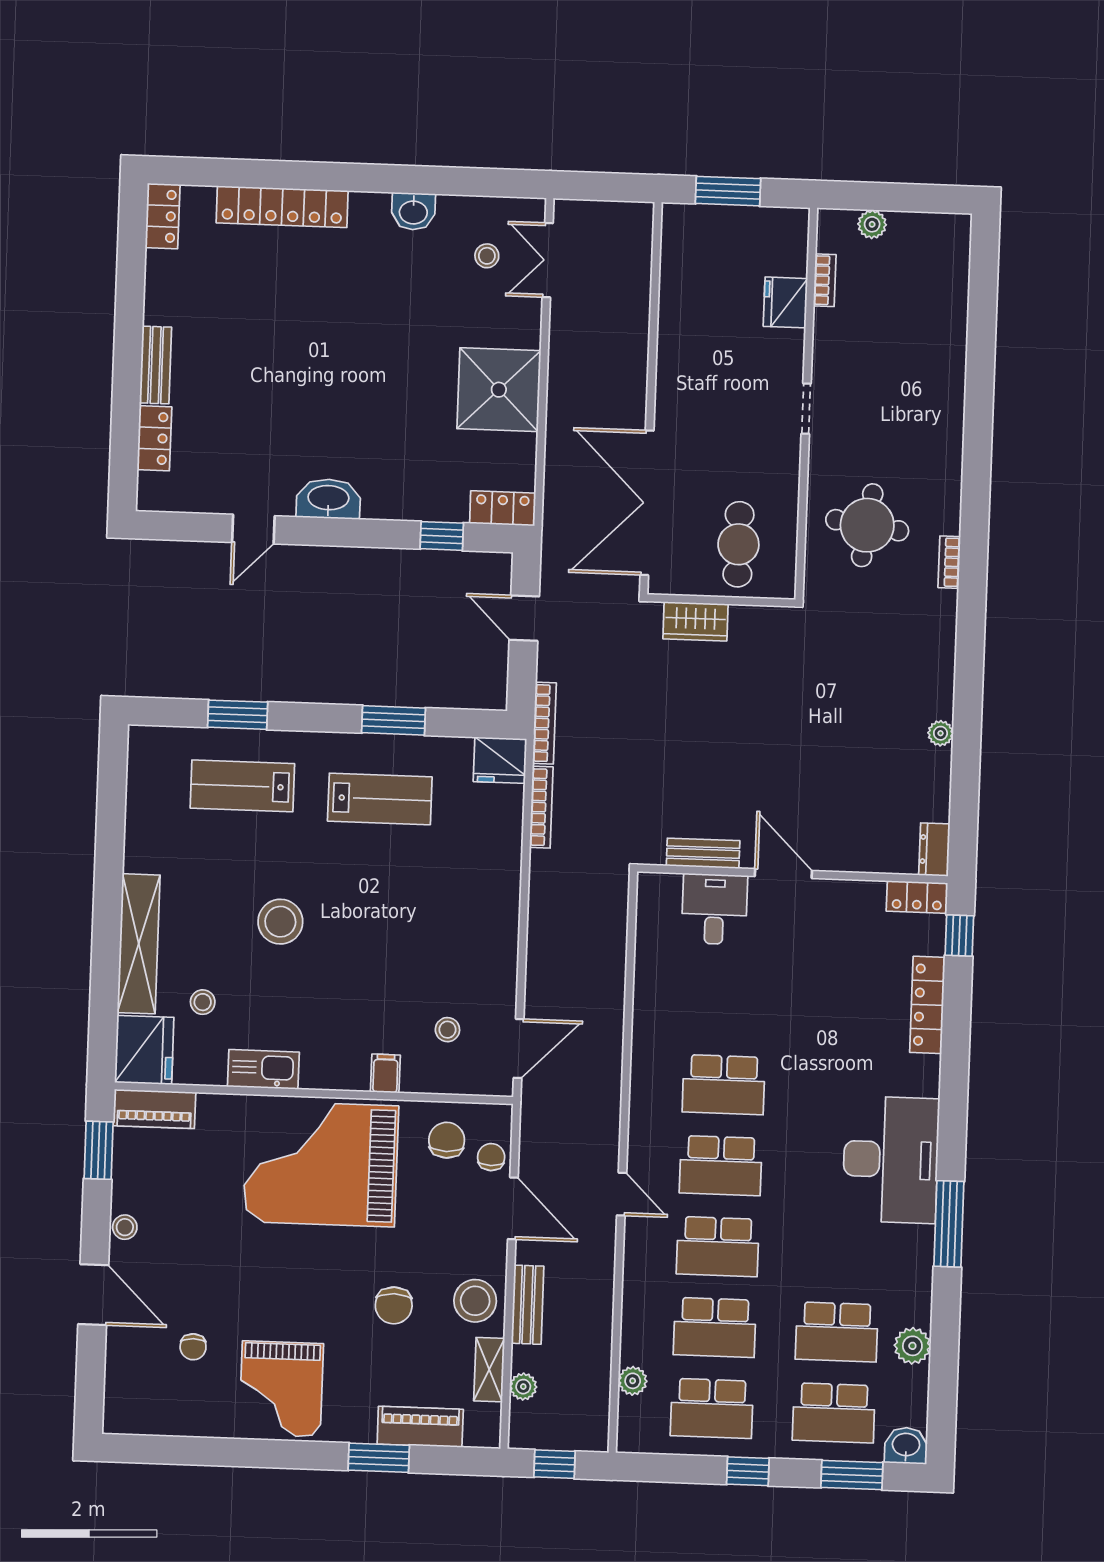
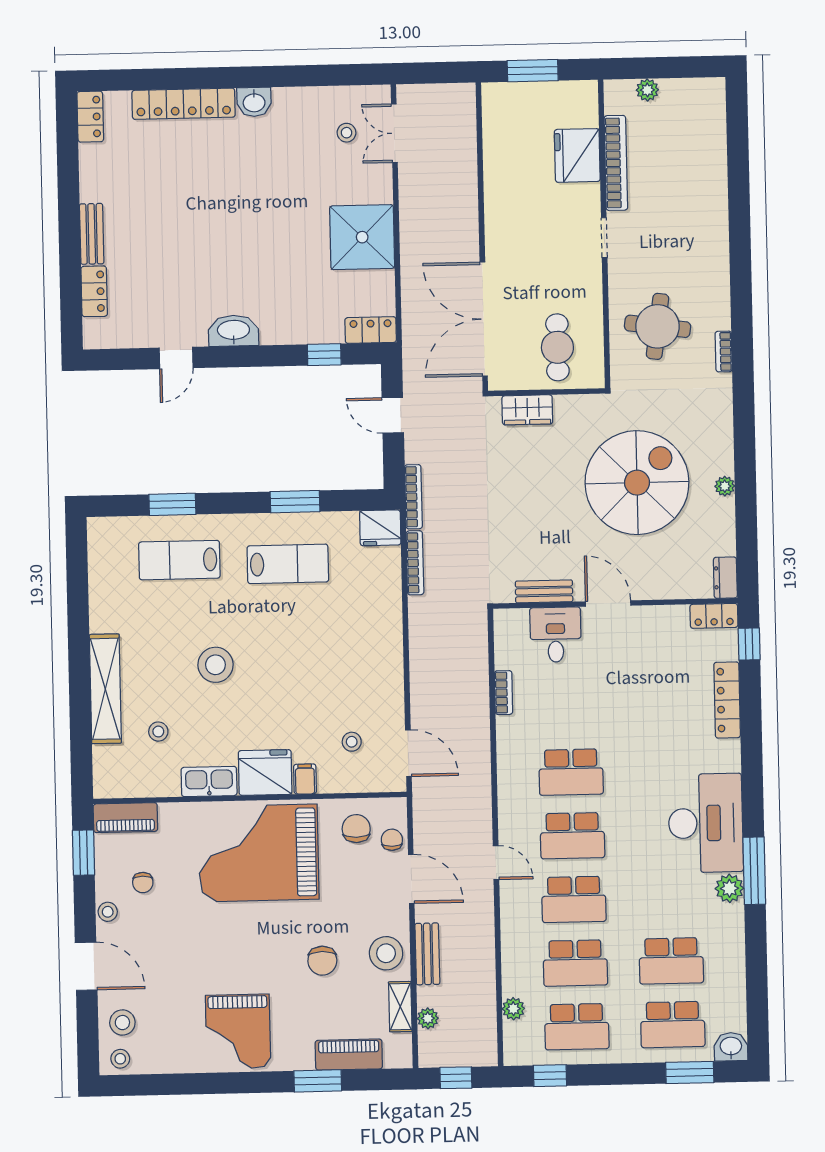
washbasin: (413, 211) -> (254, 102), moved
bookcase: (825, 280) -> (616, 163), width x2.31, depth x1.31
fridge: (785, 302) -> (577, 155), width x1.36, depth x1.34
spiral stairs: (829, 722) -> (637, 483), added
bookcase: (644, 979) -> (504, 693), added
door: (519, 1048) -> (408, 753), hinge flipped
fridge: (144, 1050) -> (265, 772), moved, turned -90
plant: (912, 1346) -> (729, 888), moved
chair: (193, 1347) -> (143, 883), moved
stool: (135, 1369) -> (122, 1023), added
stool: (130, 1415) -> (120, 1059), added
window: (748, 1471) -> (550, 1076), moved

